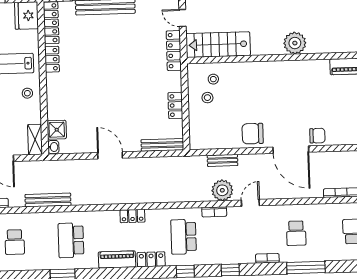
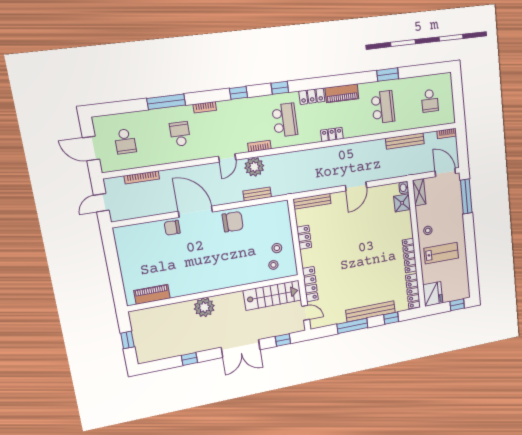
locker: (52, 59) -> (410, 256), width x1.53
door: (110, 155) -> (356, 186), hinge flipped
school desk: (15, 242) -> (430, 101), turned 180

